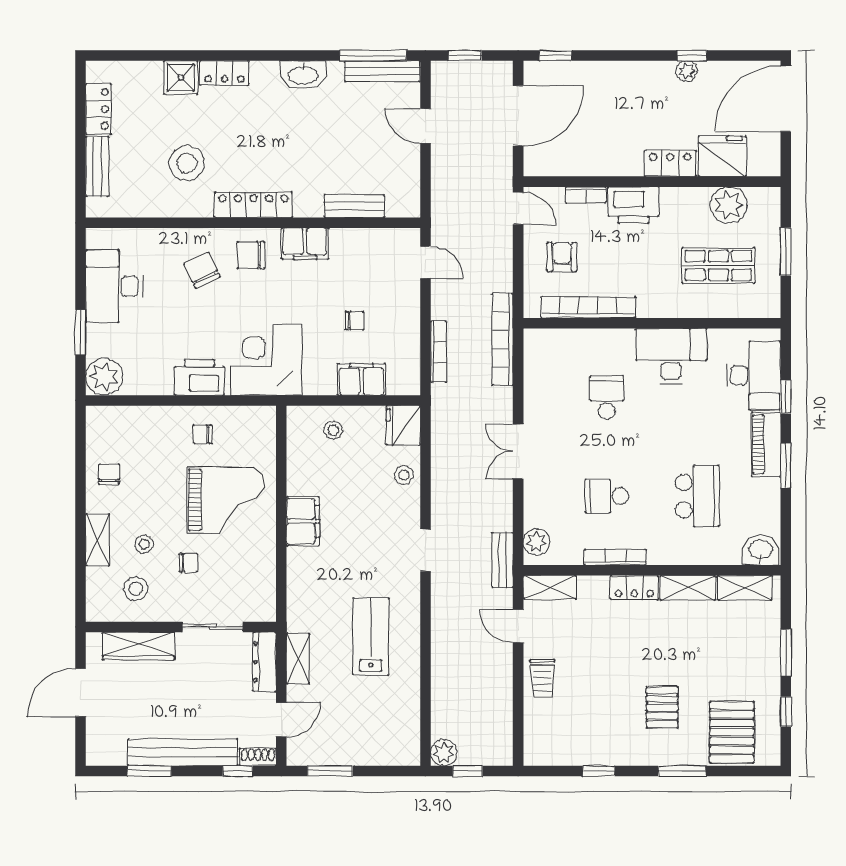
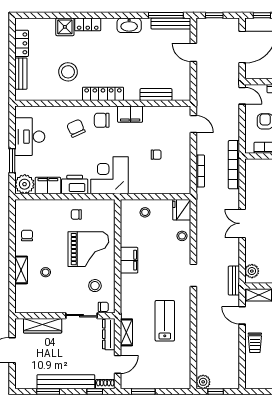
filing cabinet: (362, 379) -> (48, 186), moved
chair: (188, 563) -> (103, 307), moved
stool: (136, 589) -> (95, 286), moved

